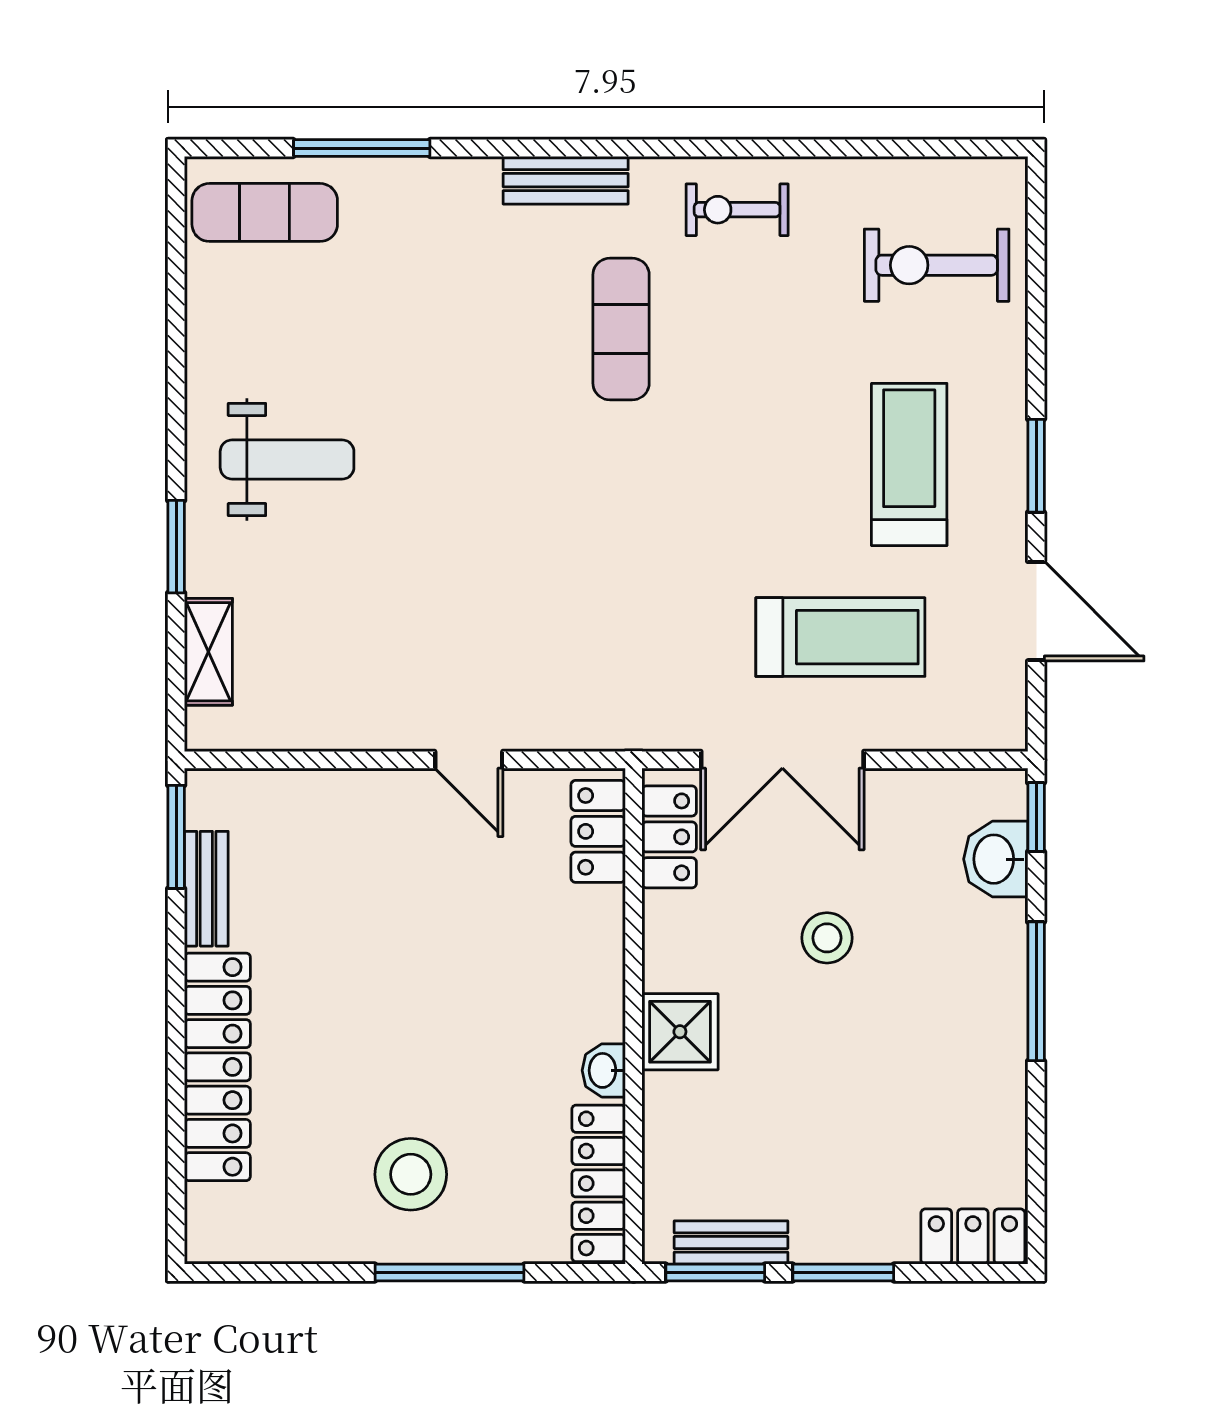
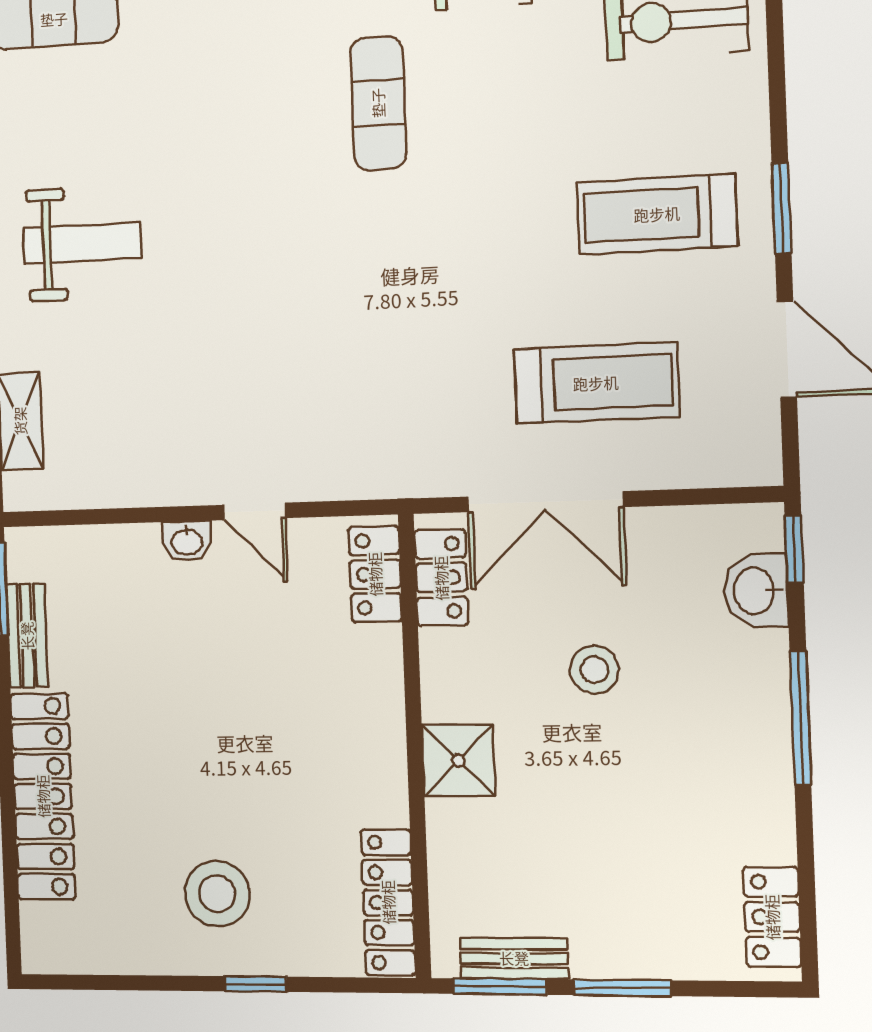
treadmill: (909, 464) -> (657, 214), turned -90
washbasin: (604, 1070) -> (187, 541), moved, turned -90
locker: (973, 1237) -> (772, 917), moved, turned -90
window: (450, 1272) -> (255, 984), width x0.46

